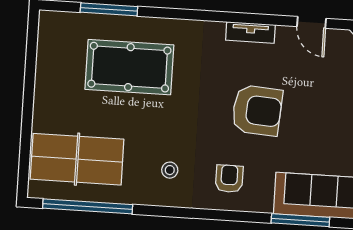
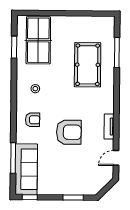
armchair: (257, 110) -> (69, 132), turned -94
window: (88, 206) -> (14, 47), width x0.47

